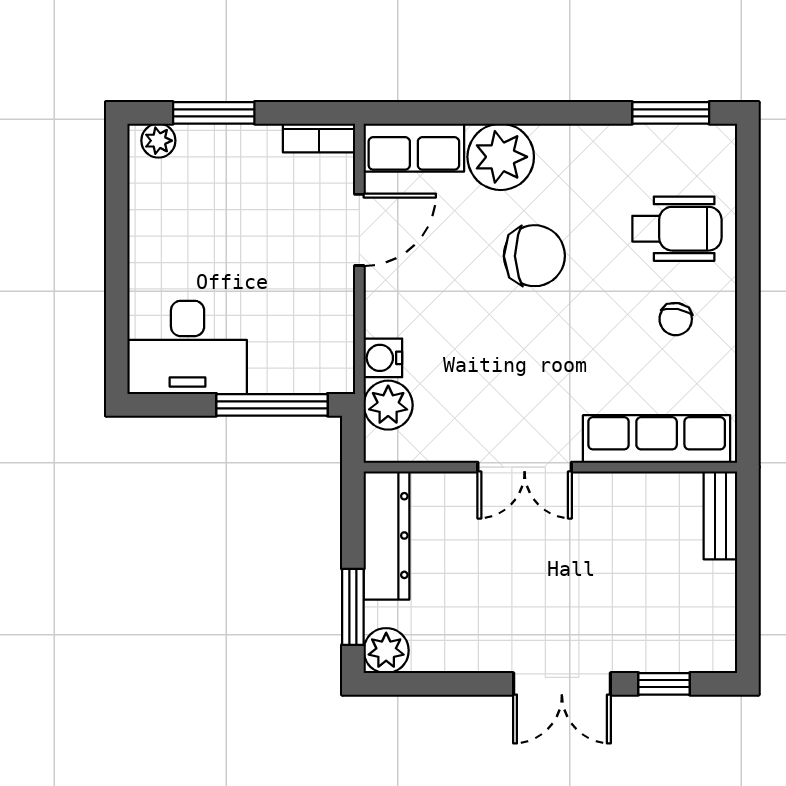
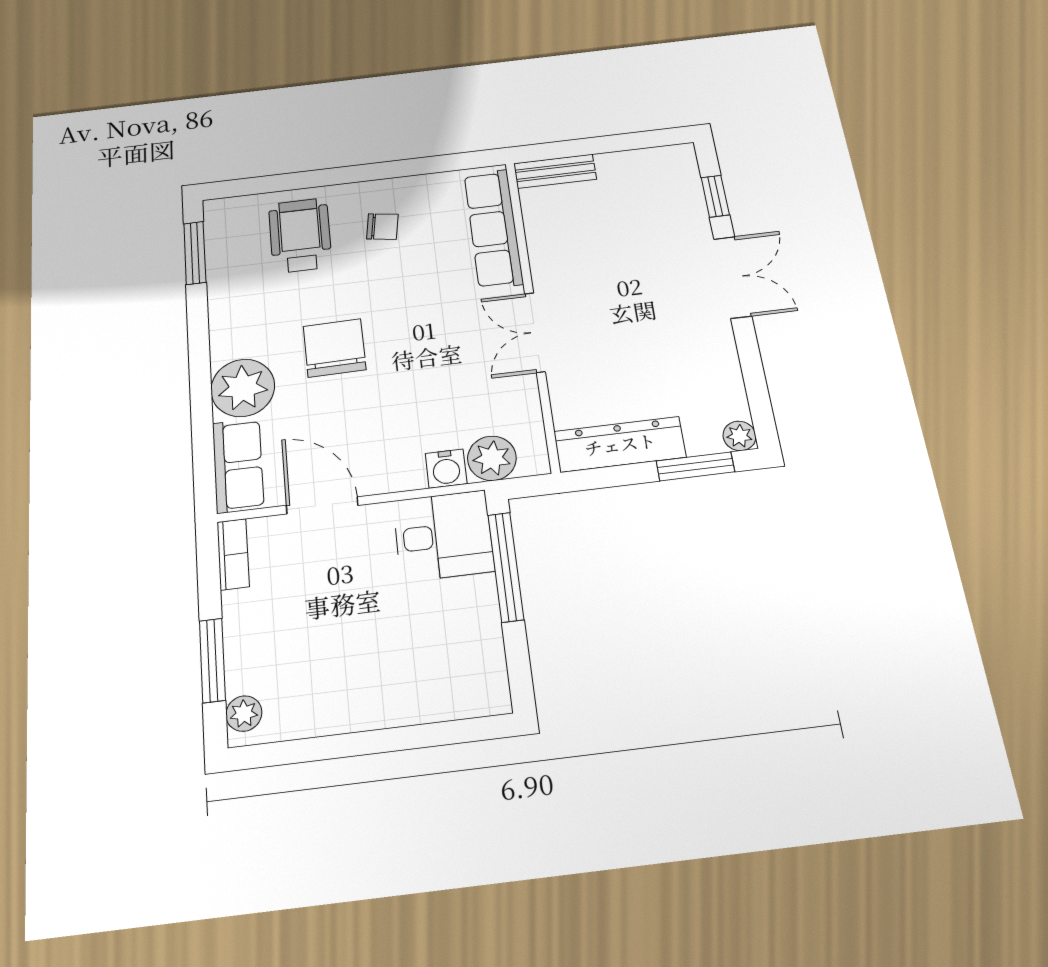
desk: (188, 347) -> (443, 536), moved, width x0.73
double door: (525, 467) -> (535, 332), swing flipped
plant: (386, 651) -> (739, 436), width x0.73, depth x0.73

